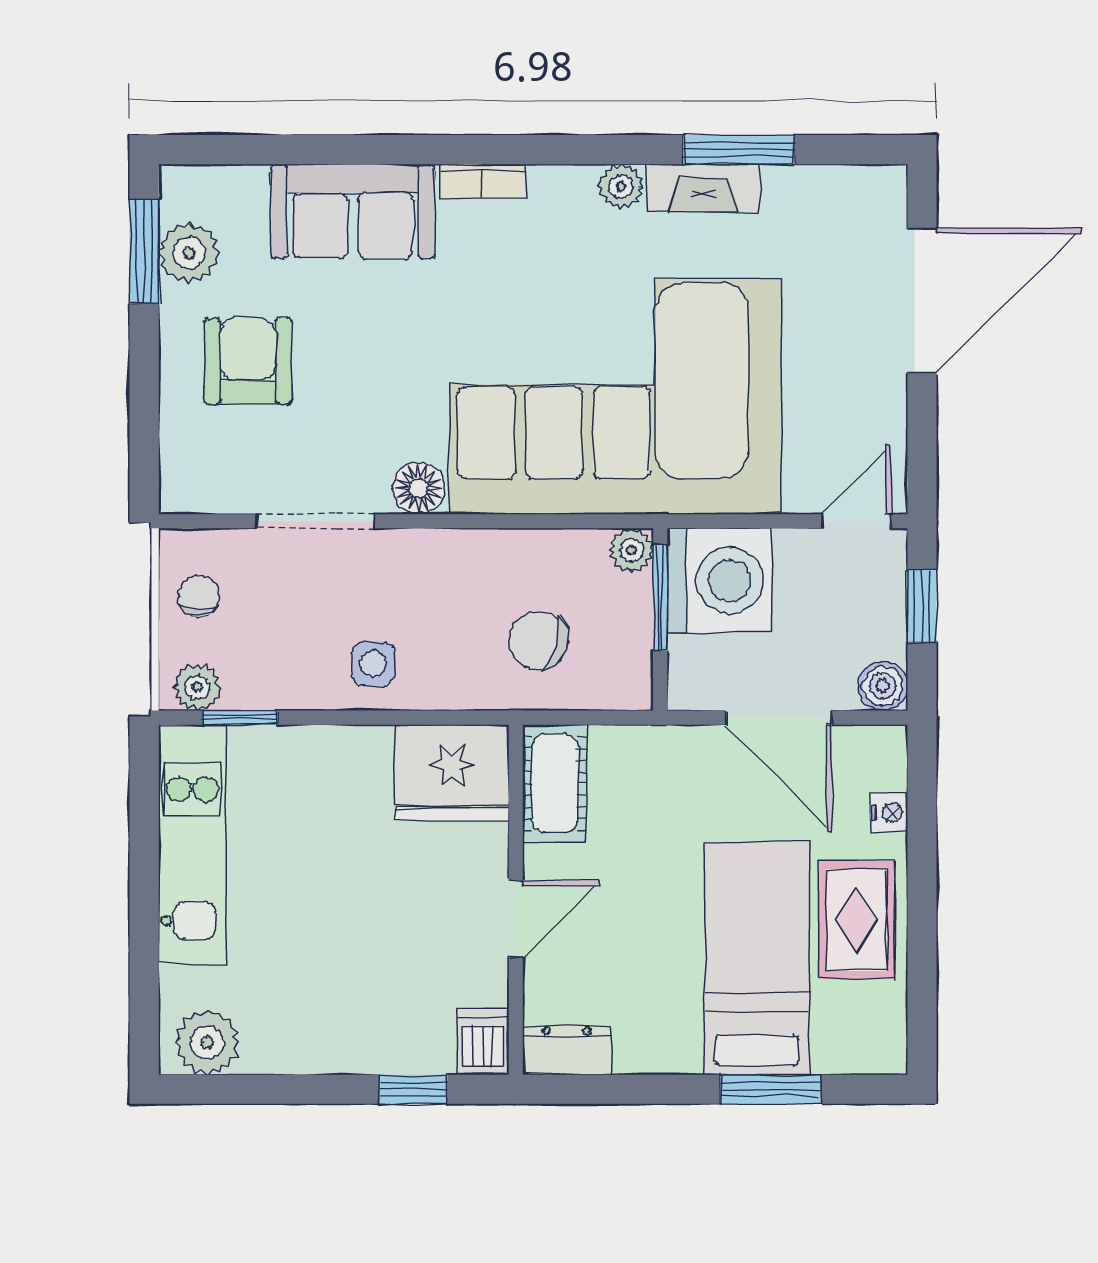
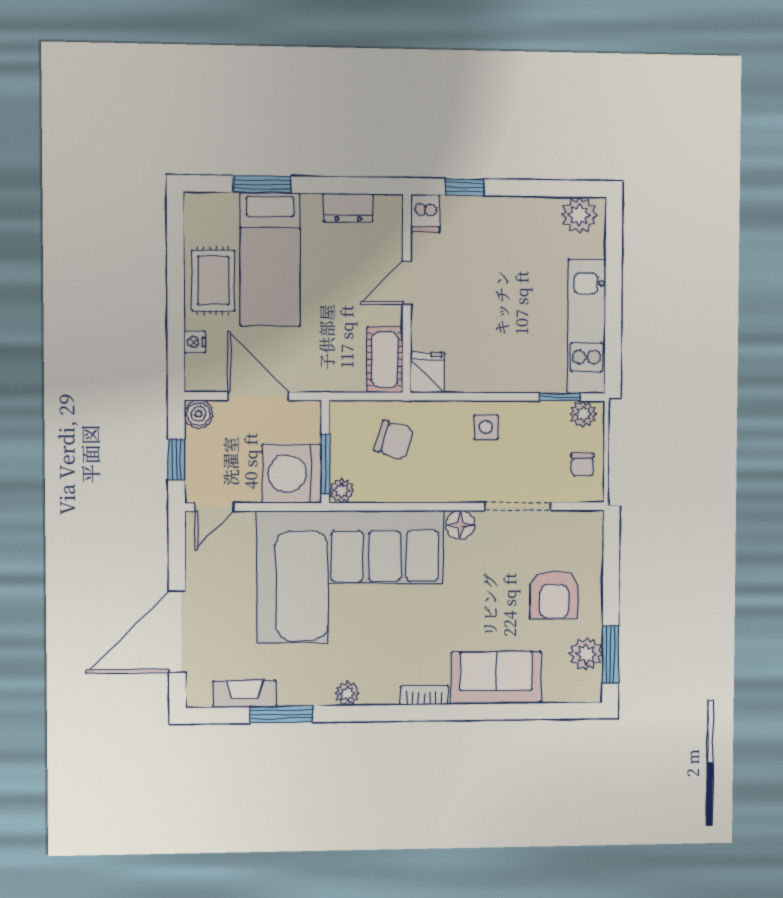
fireplace: (704, 188) -> (245, 694), moved
fridge: (452, 773) -> (427, 372), width x0.53, depth x0.75
dresser: (567, 1050) -> (348, 208), moved

